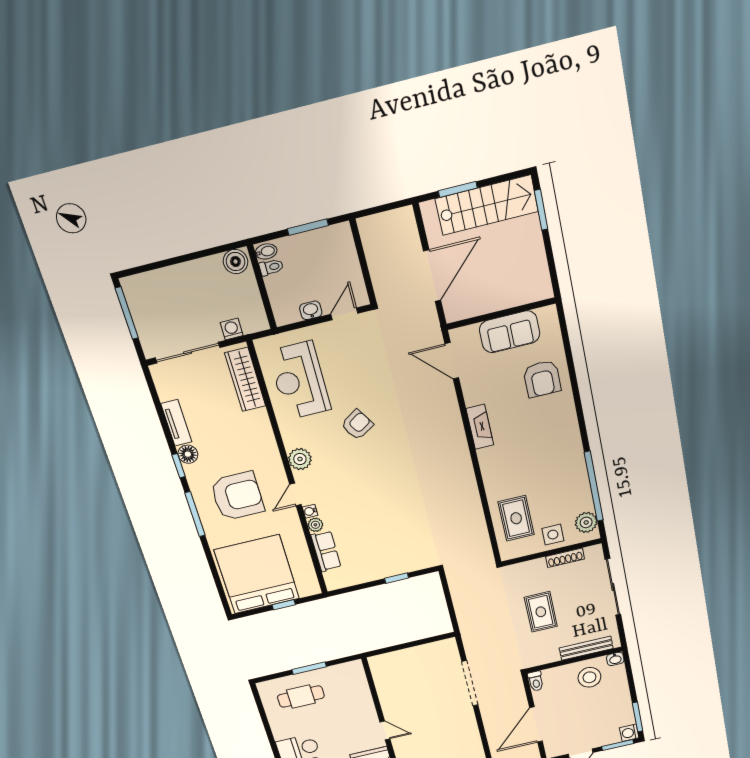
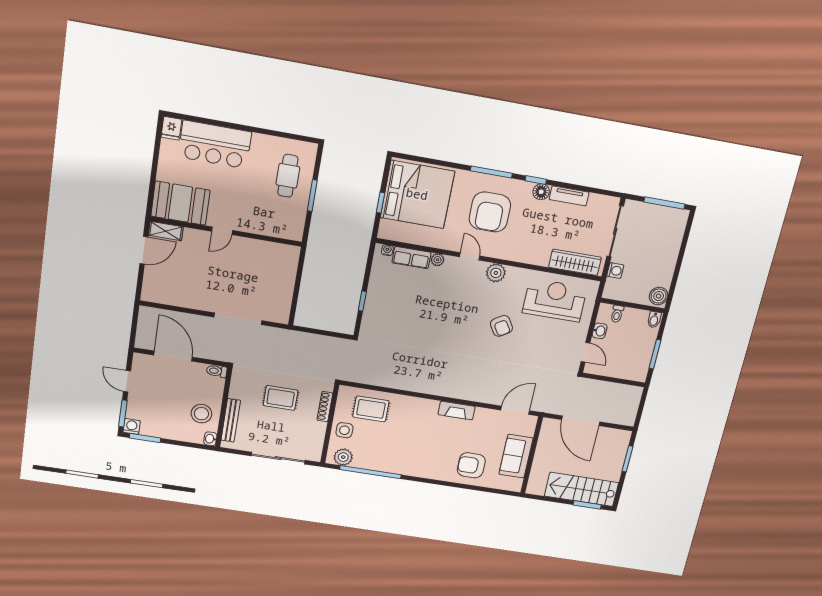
stairs: (487, 205) -> (582, 489), moved, turned 90
toilet: (271, 267) -> (617, 314), moved
water cooler: (310, 511) -> (387, 250), moved
shoe rack: (565, 558) -> (325, 407), moved

